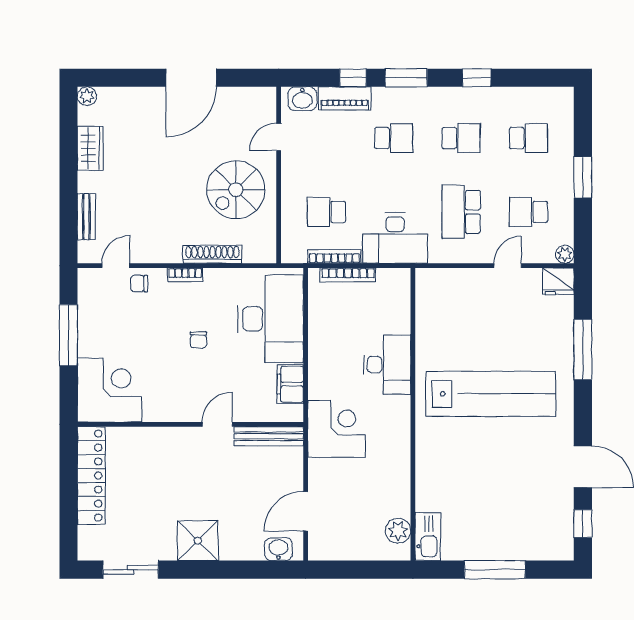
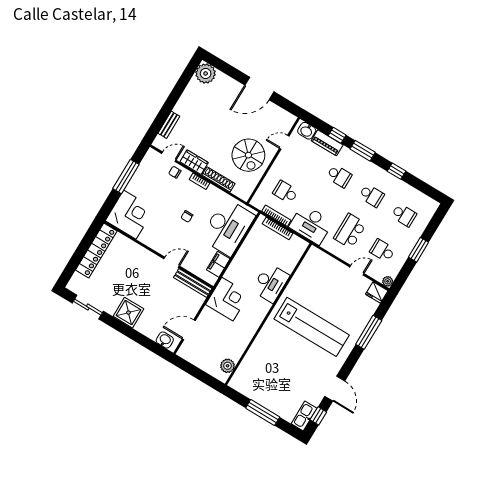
plant: (87, 96) -> (206, 73), width x1.88, depth x1.88
wardrobe: (90, 148) -> (194, 162), moved, turned -90
spiral stairs: (236, 190) -> (248, 155), turned -90
kitchen sink: (428, 537) -> (304, 416), moved, turned 180

